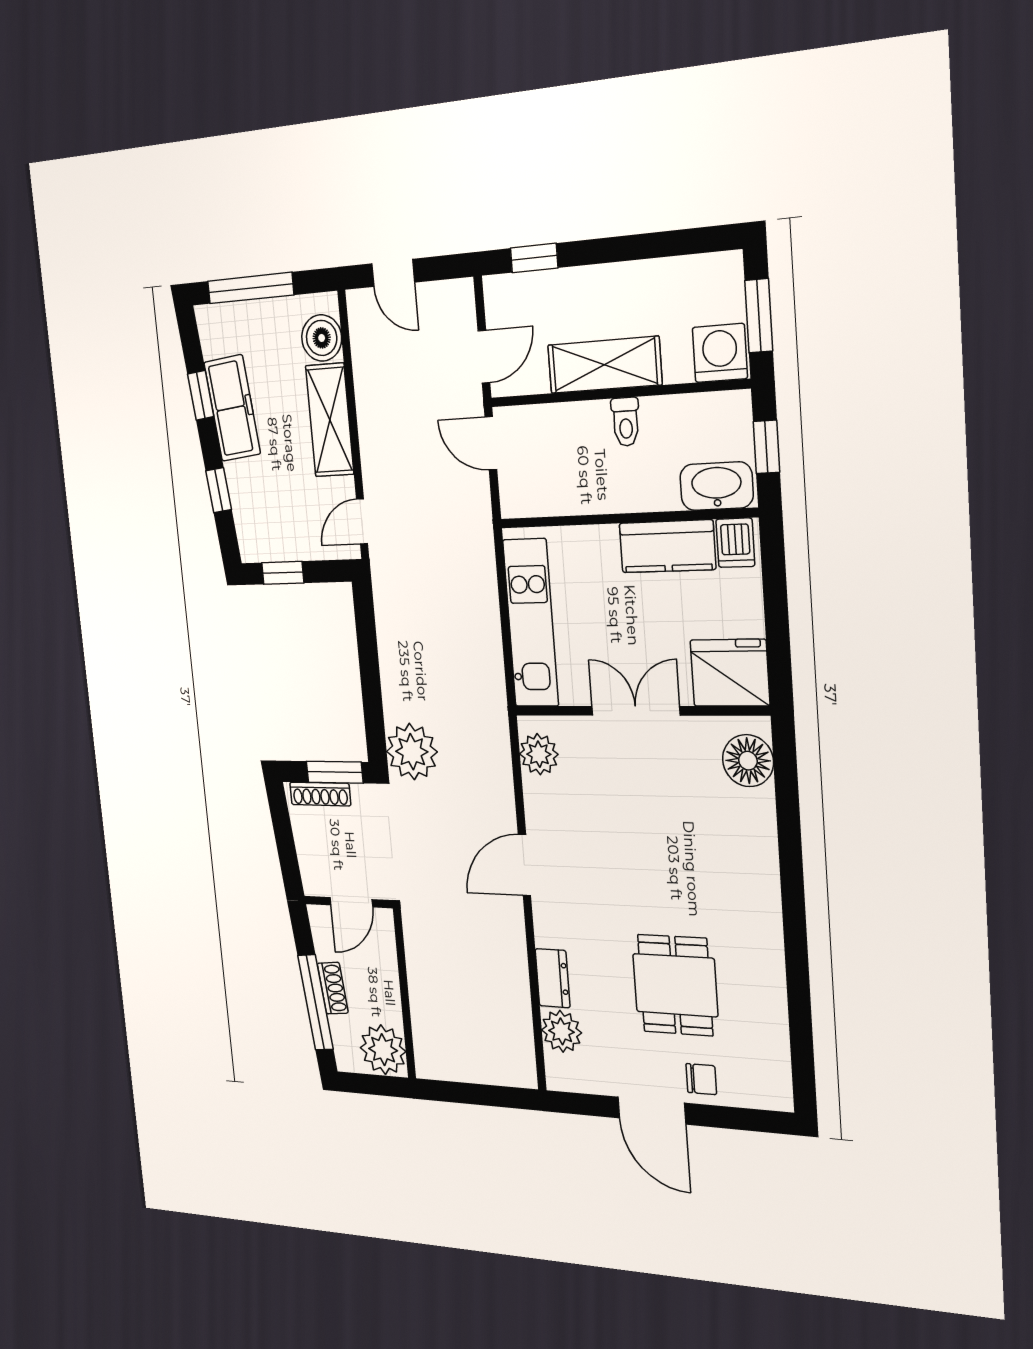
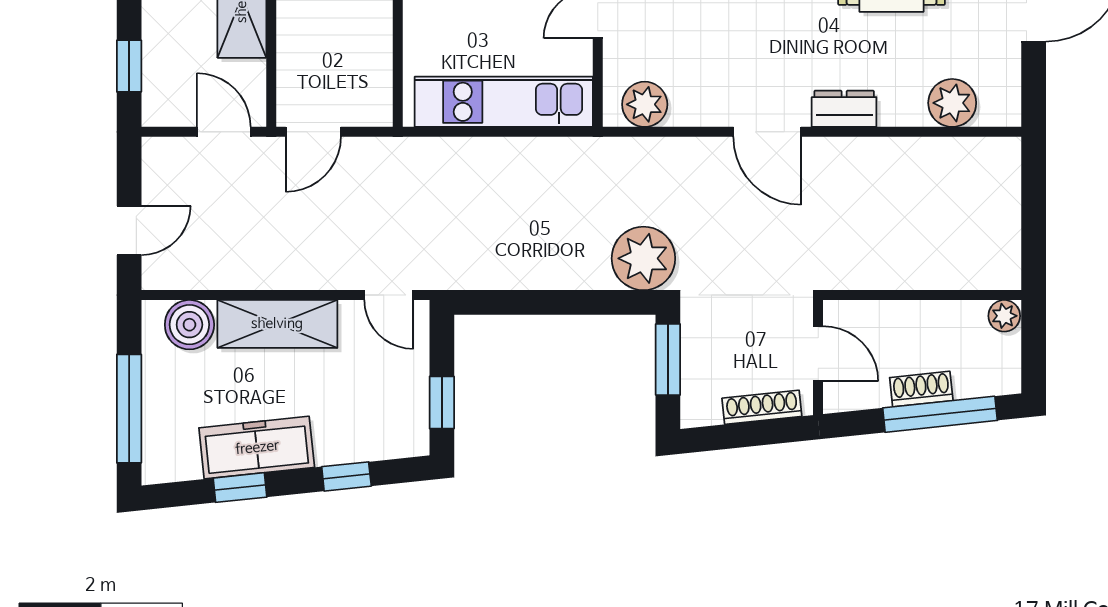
shoe rack: (320, 794) -> (762, 407), moved, turned -96
dresser: (553, 978) -> (844, 109), moved
plant: (383, 1050) -> (1004, 316), width x0.53, depth x0.53

